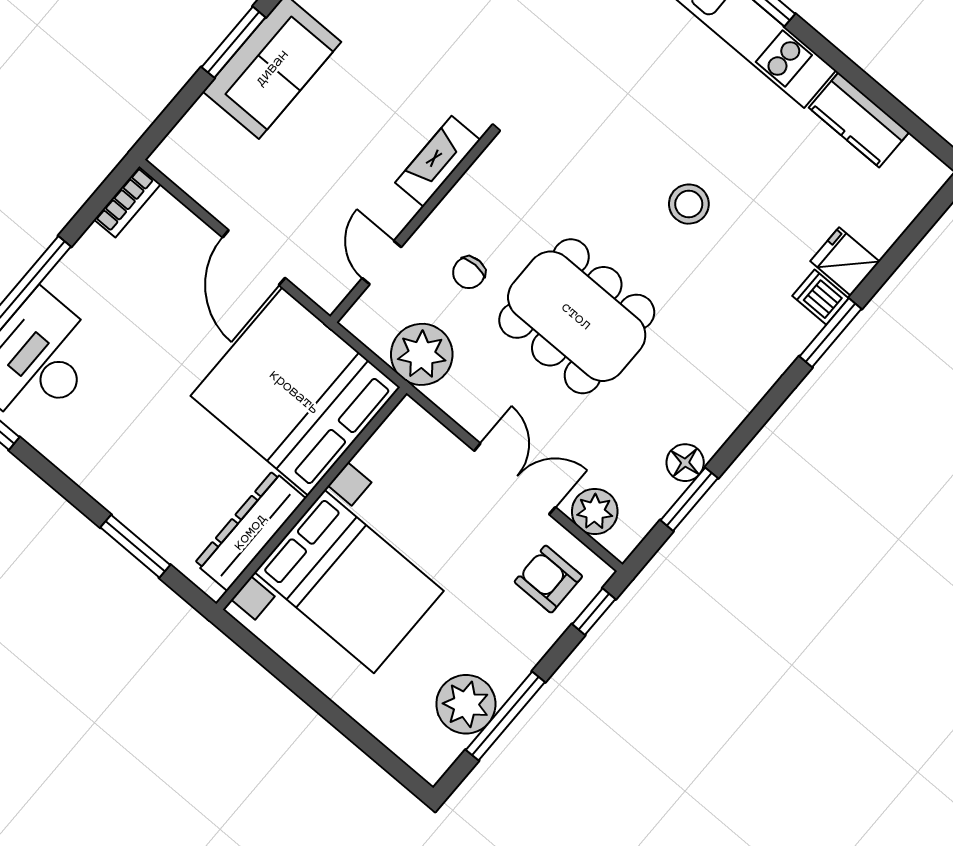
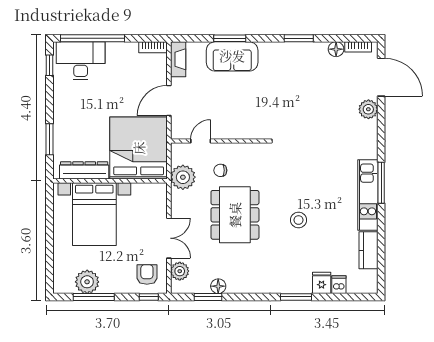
fireplace: (438, 161) -> (178, 59), moved, turned 90
dishwasher: (820, 297) -> (339, 285), moved

